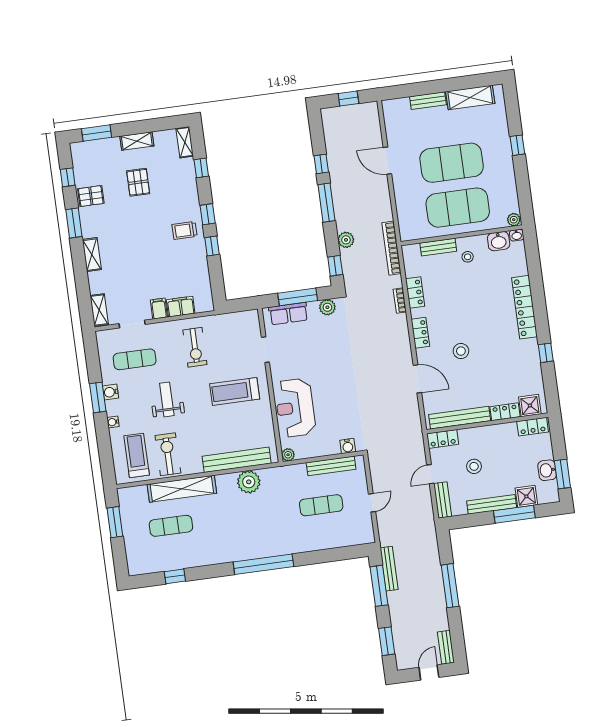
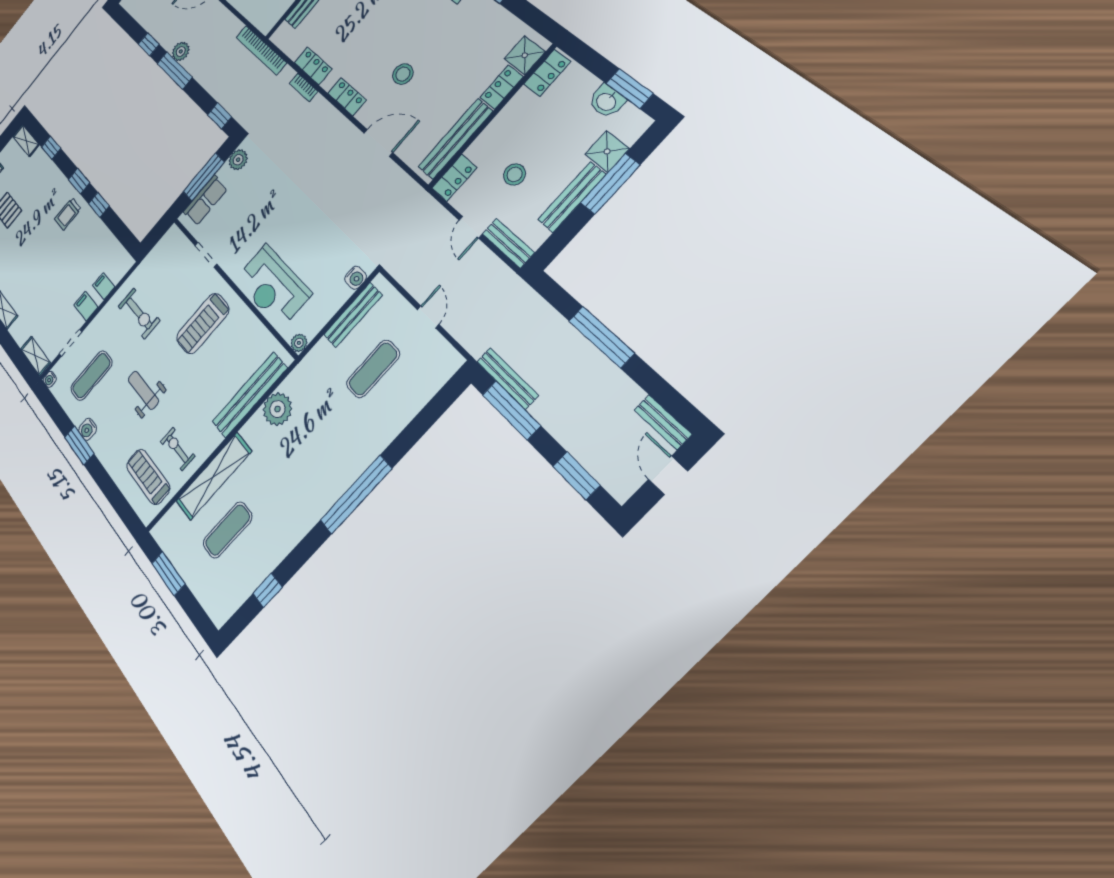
plant: (346, 240) -> (181, 51), moved
filing cabinet: (181, 307) -> (104, 286), width x0.50
water cooler: (113, 422) -> (50, 379), moved
exercise bike: (168, 454) -> (178, 449), width x0.73, depth x0.72

